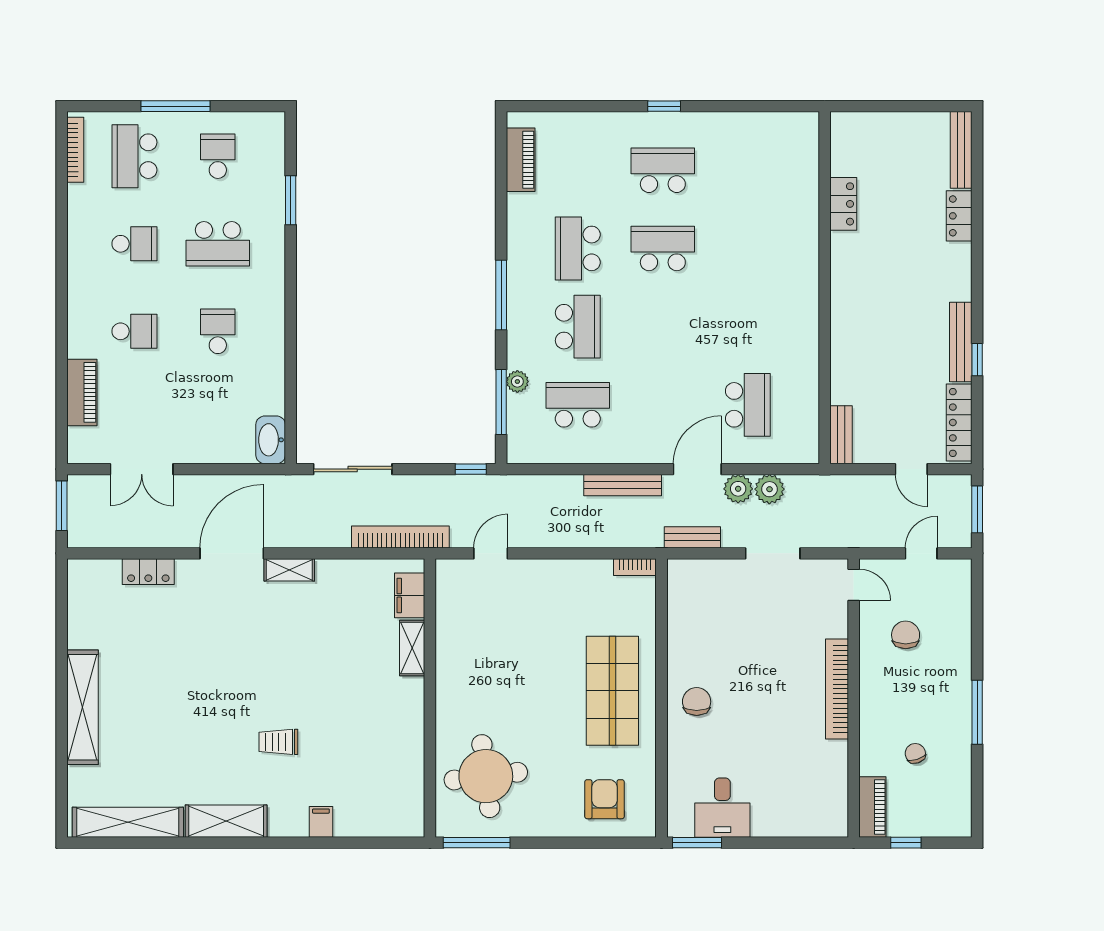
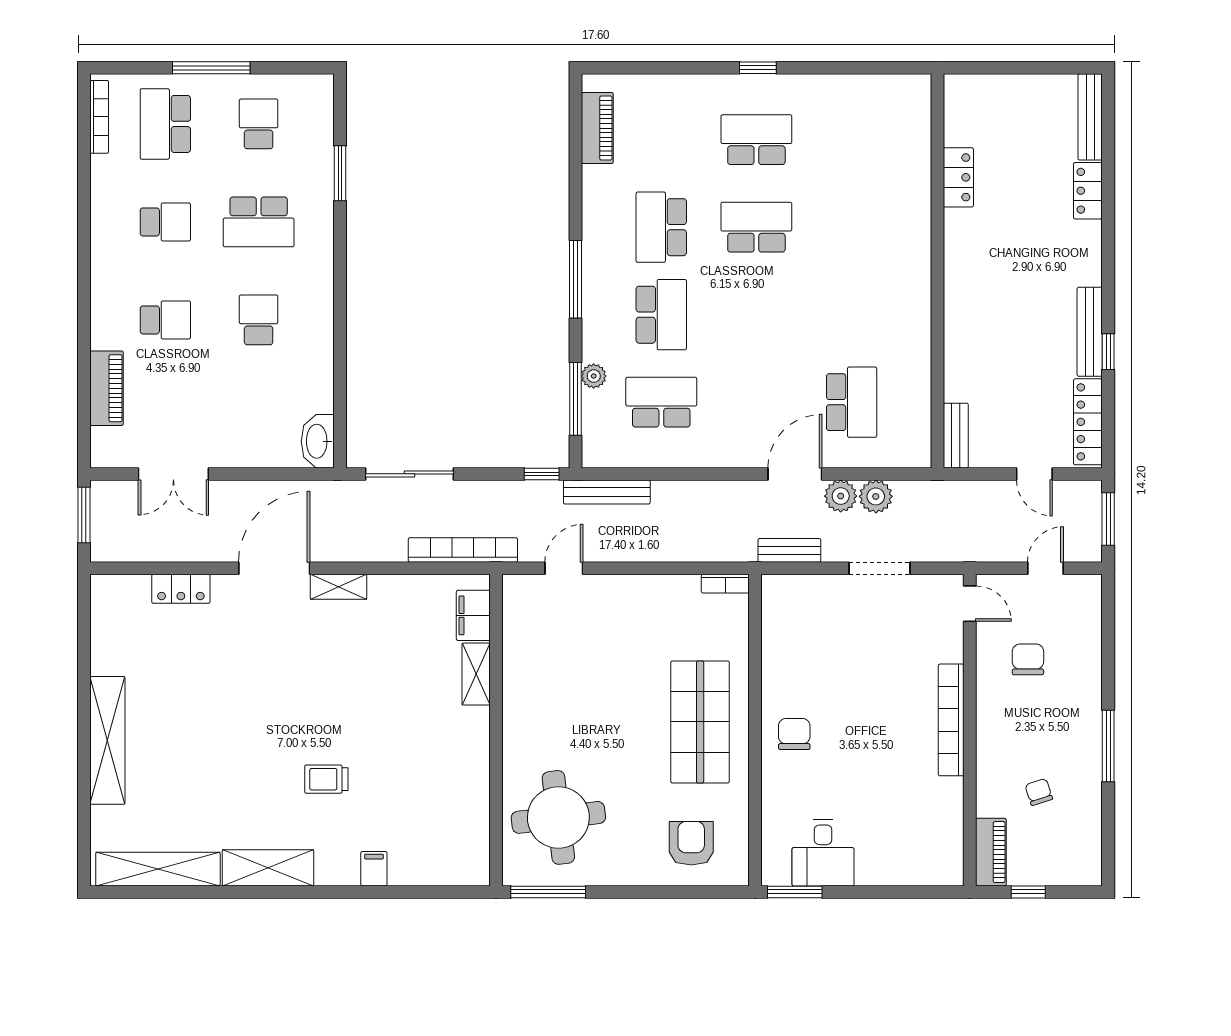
bench: (623, 485) -> (607, 492), moved

